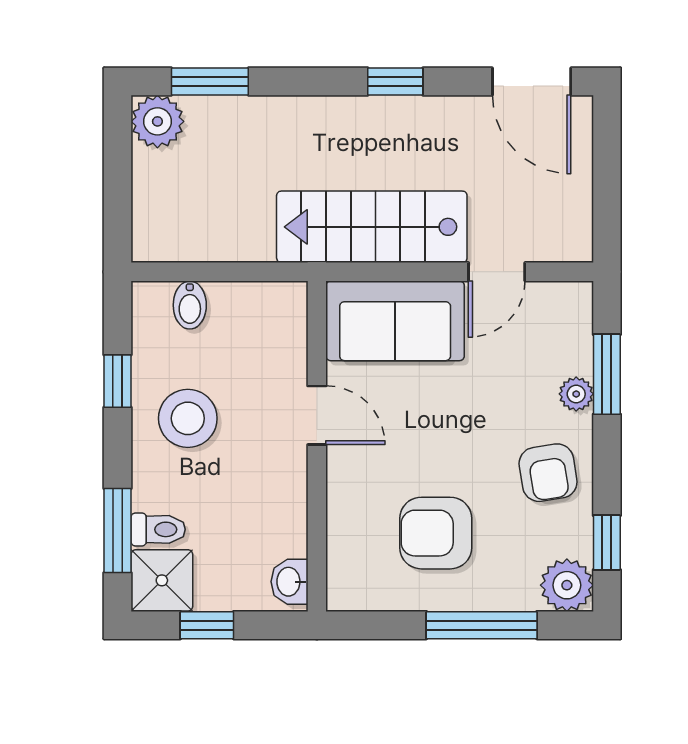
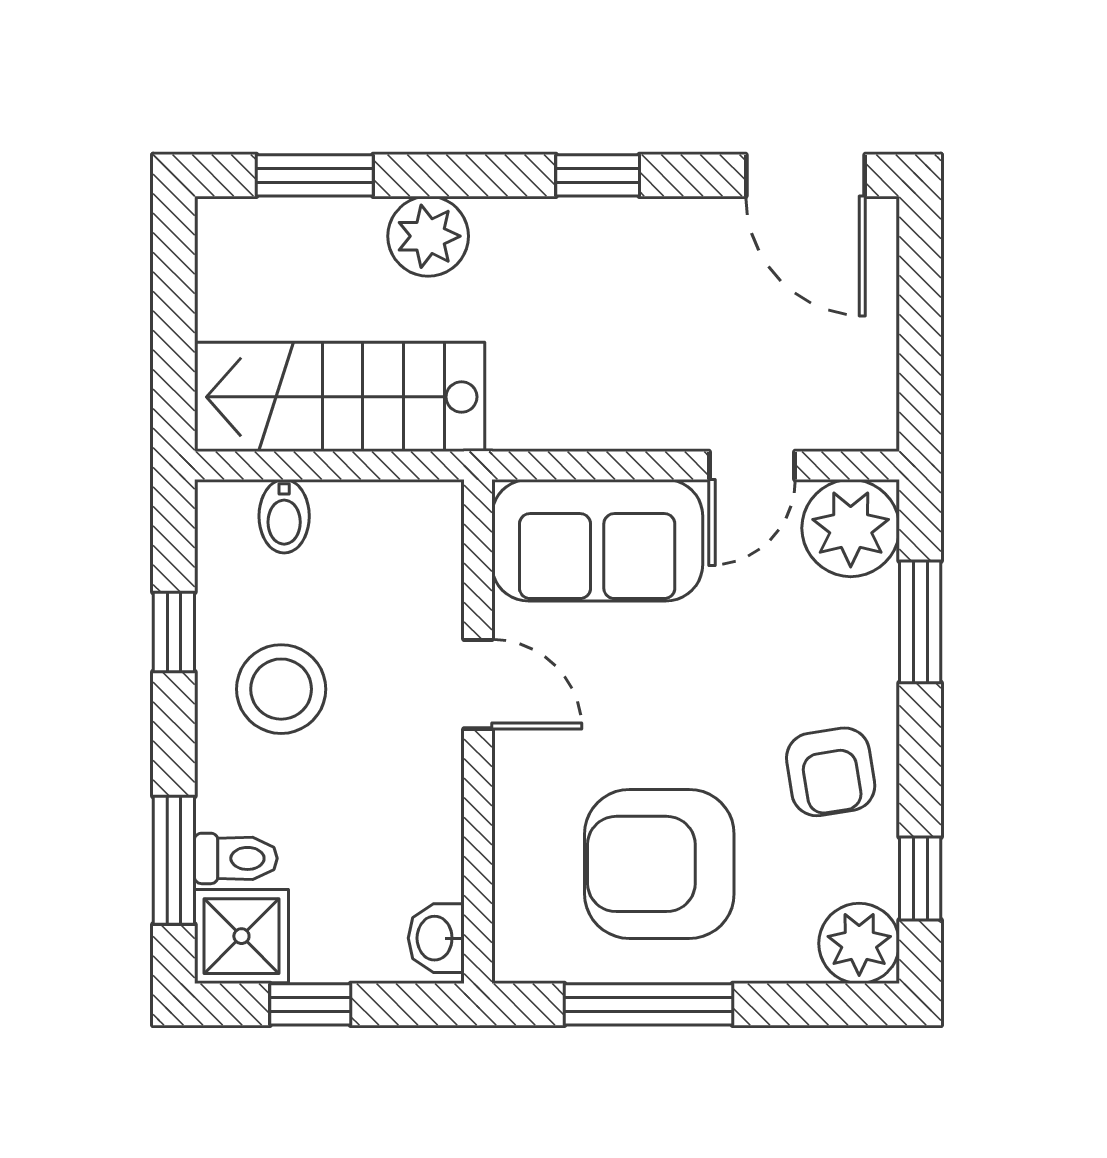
plant: (157, 121) -> (428, 236), moved
stairs: (372, 227) -> (340, 397), moved
plant: (576, 394) -> (851, 528), moved, width x1.88, depth x1.88
armchair: (436, 533) -> (659, 864), width x1.36, depth x1.36
window: (482, 625) -> (649, 1004), moved

